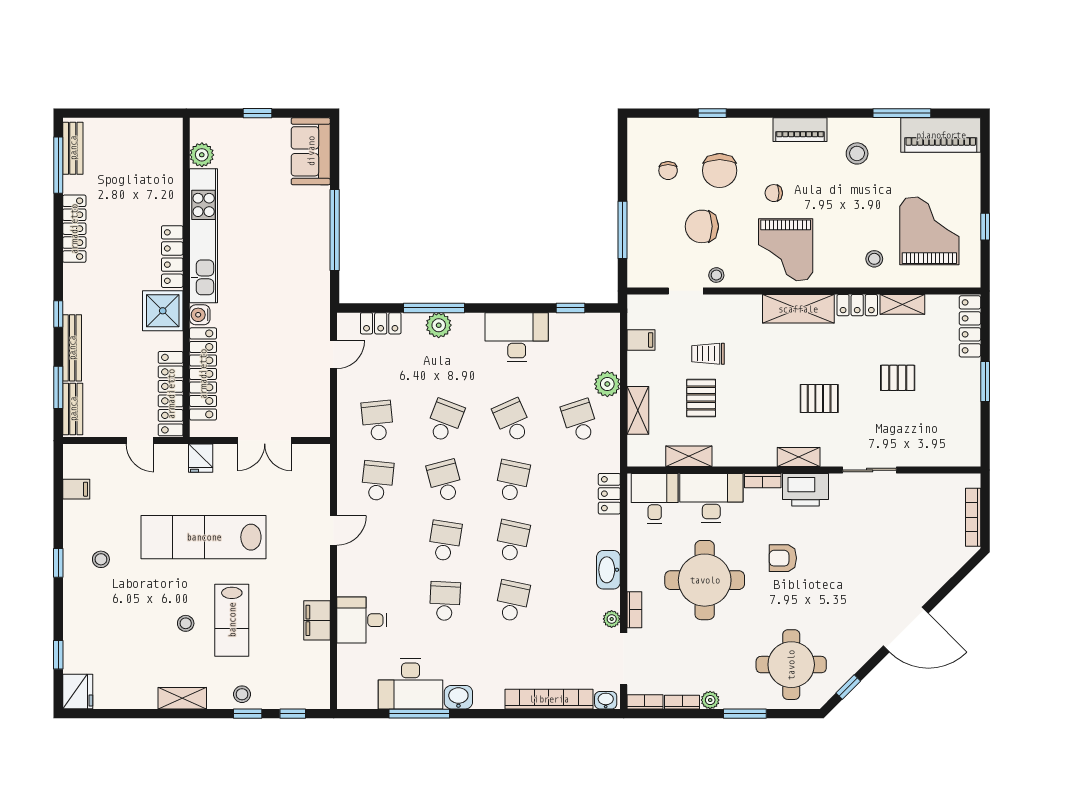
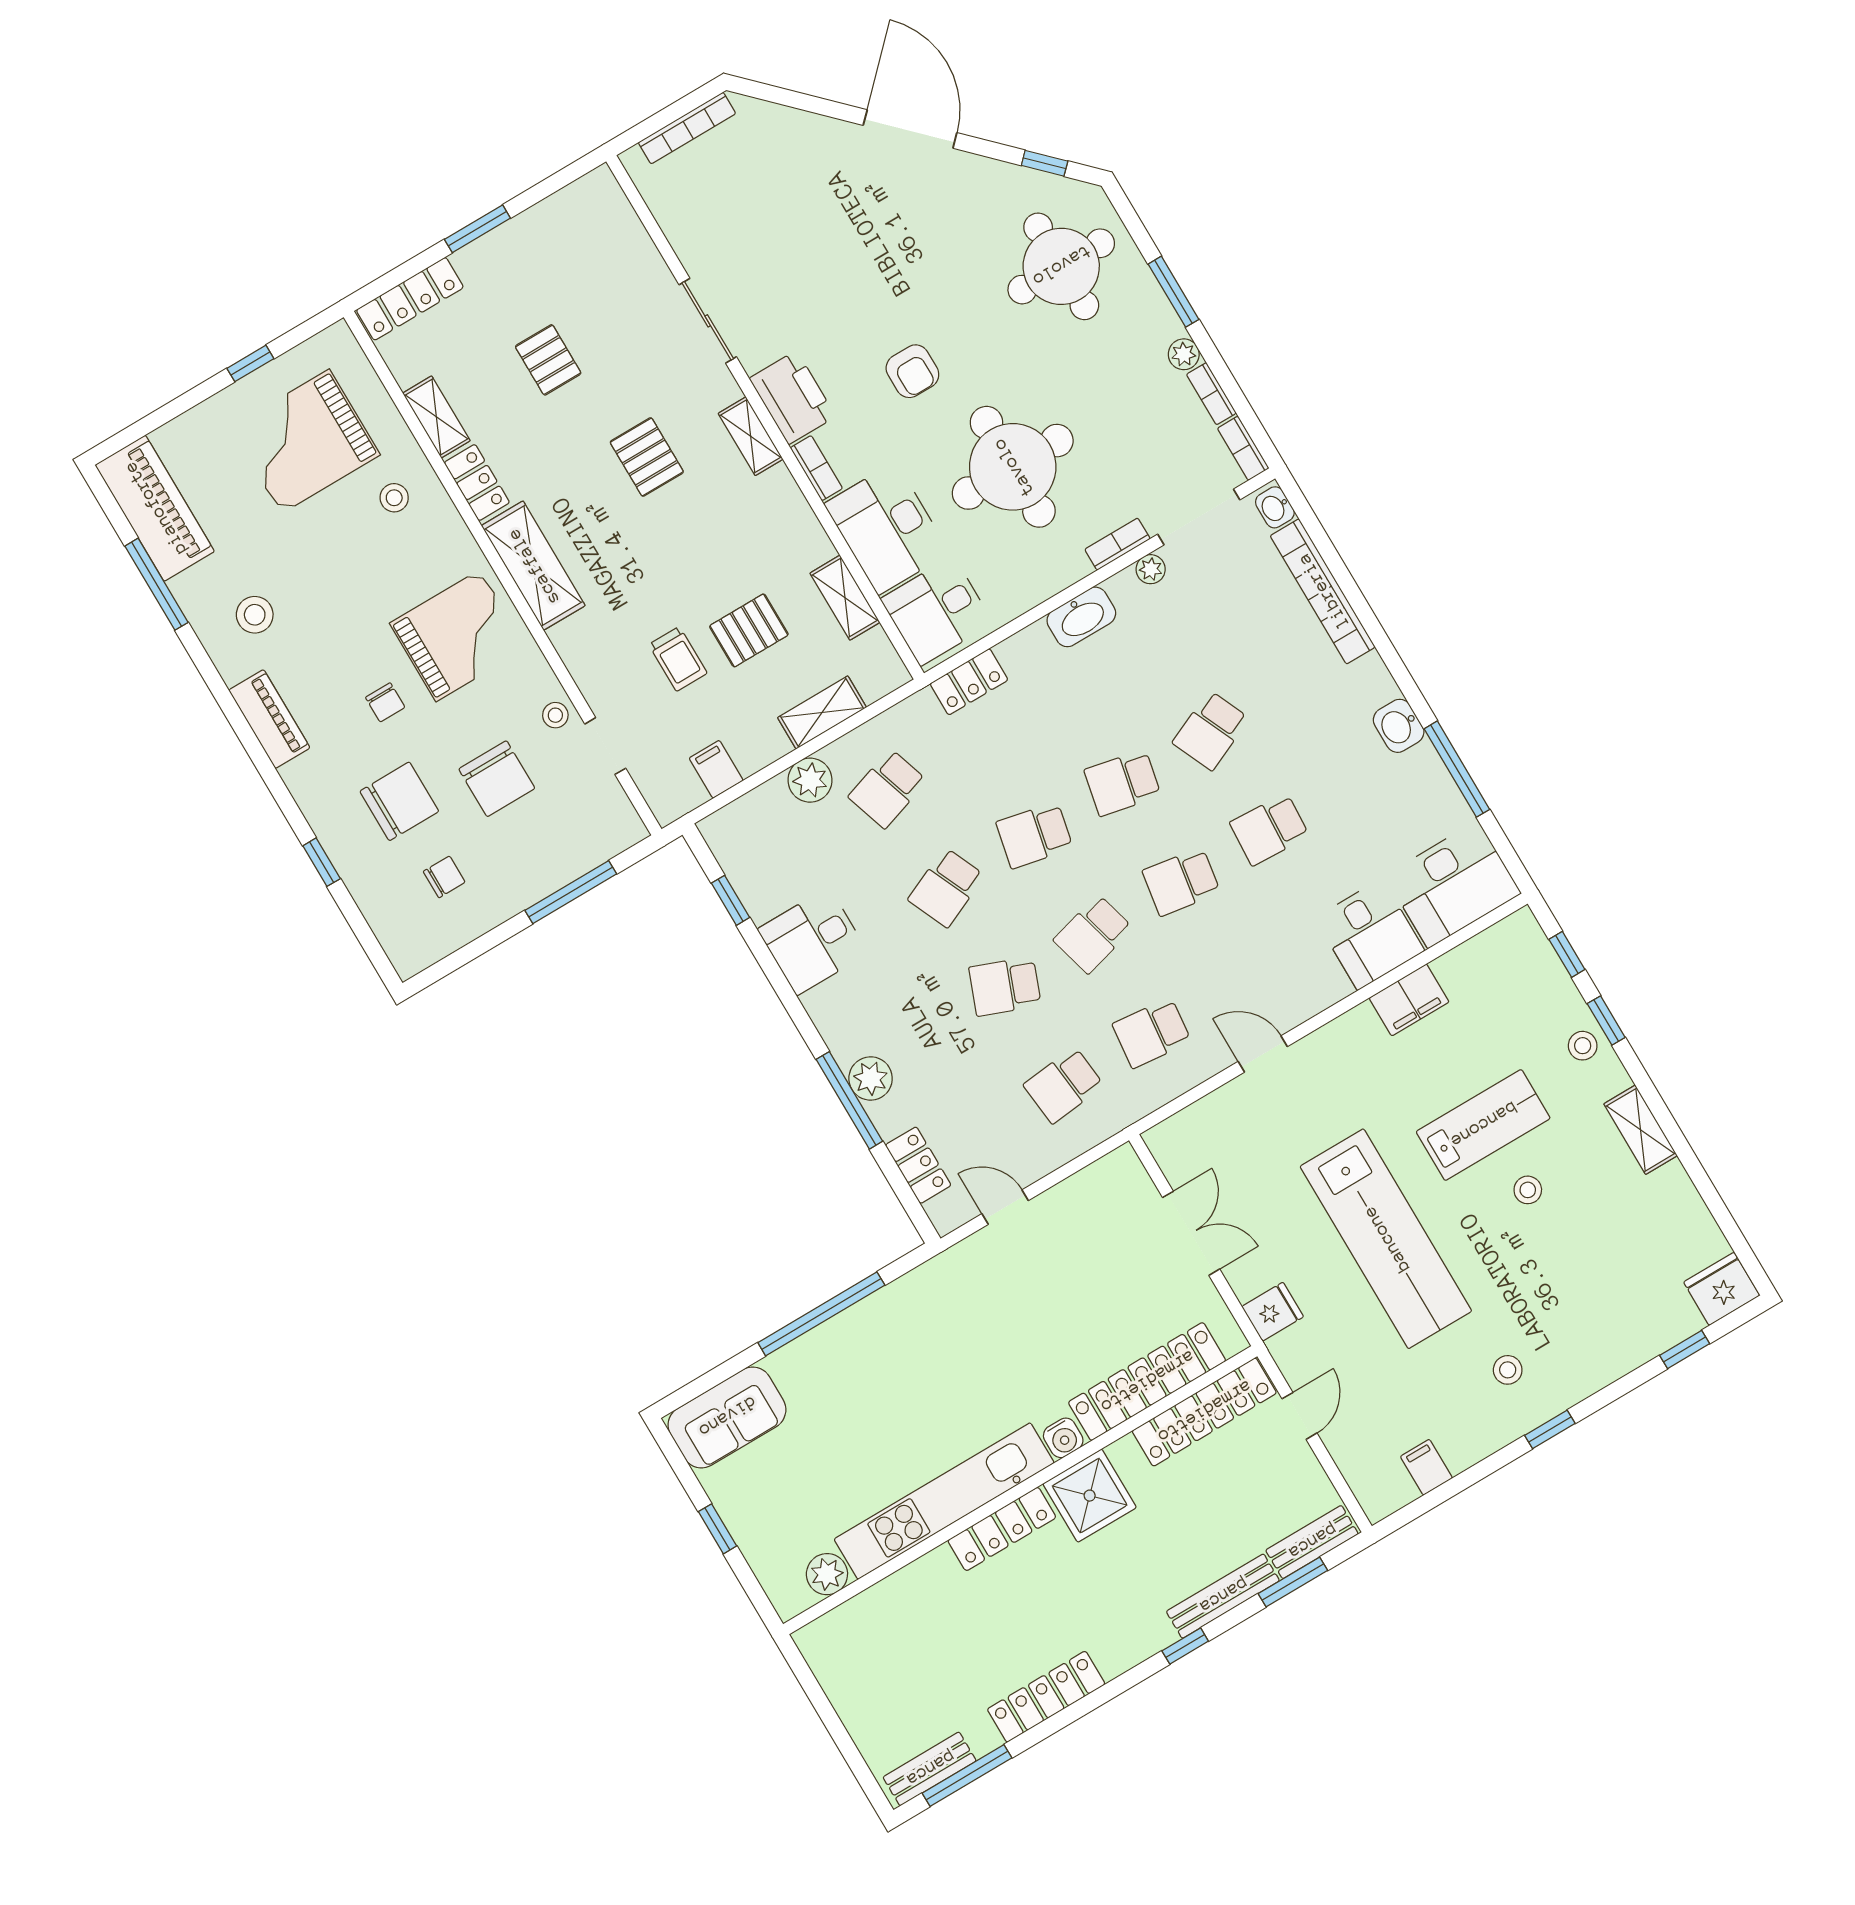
desk: (517, 337) -> (813, 941), width x0.73
school desk: (512, 601) -> (1211, 731), turned -36
desk: (411, 684) -> (1453, 884), moved, turned 90

